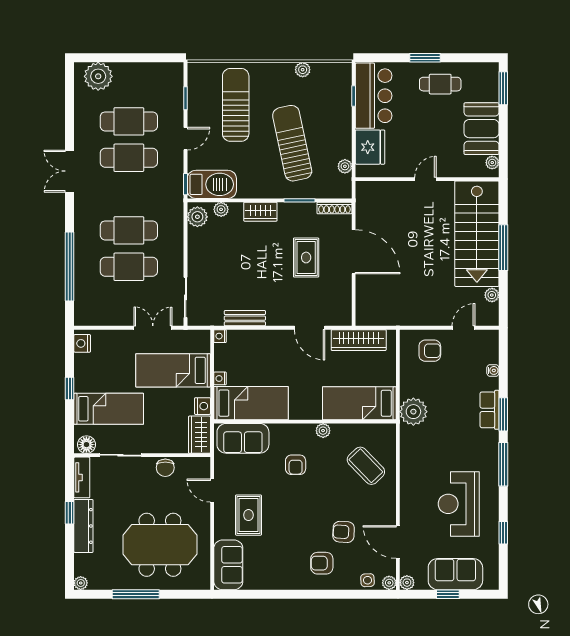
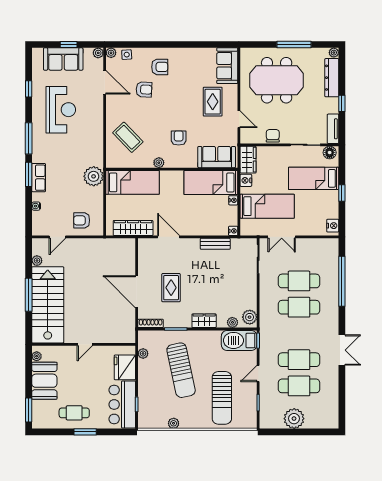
plant: (98, 76) -> (294, 419), moved
dresser: (83, 526) -> (332, 78), moved

